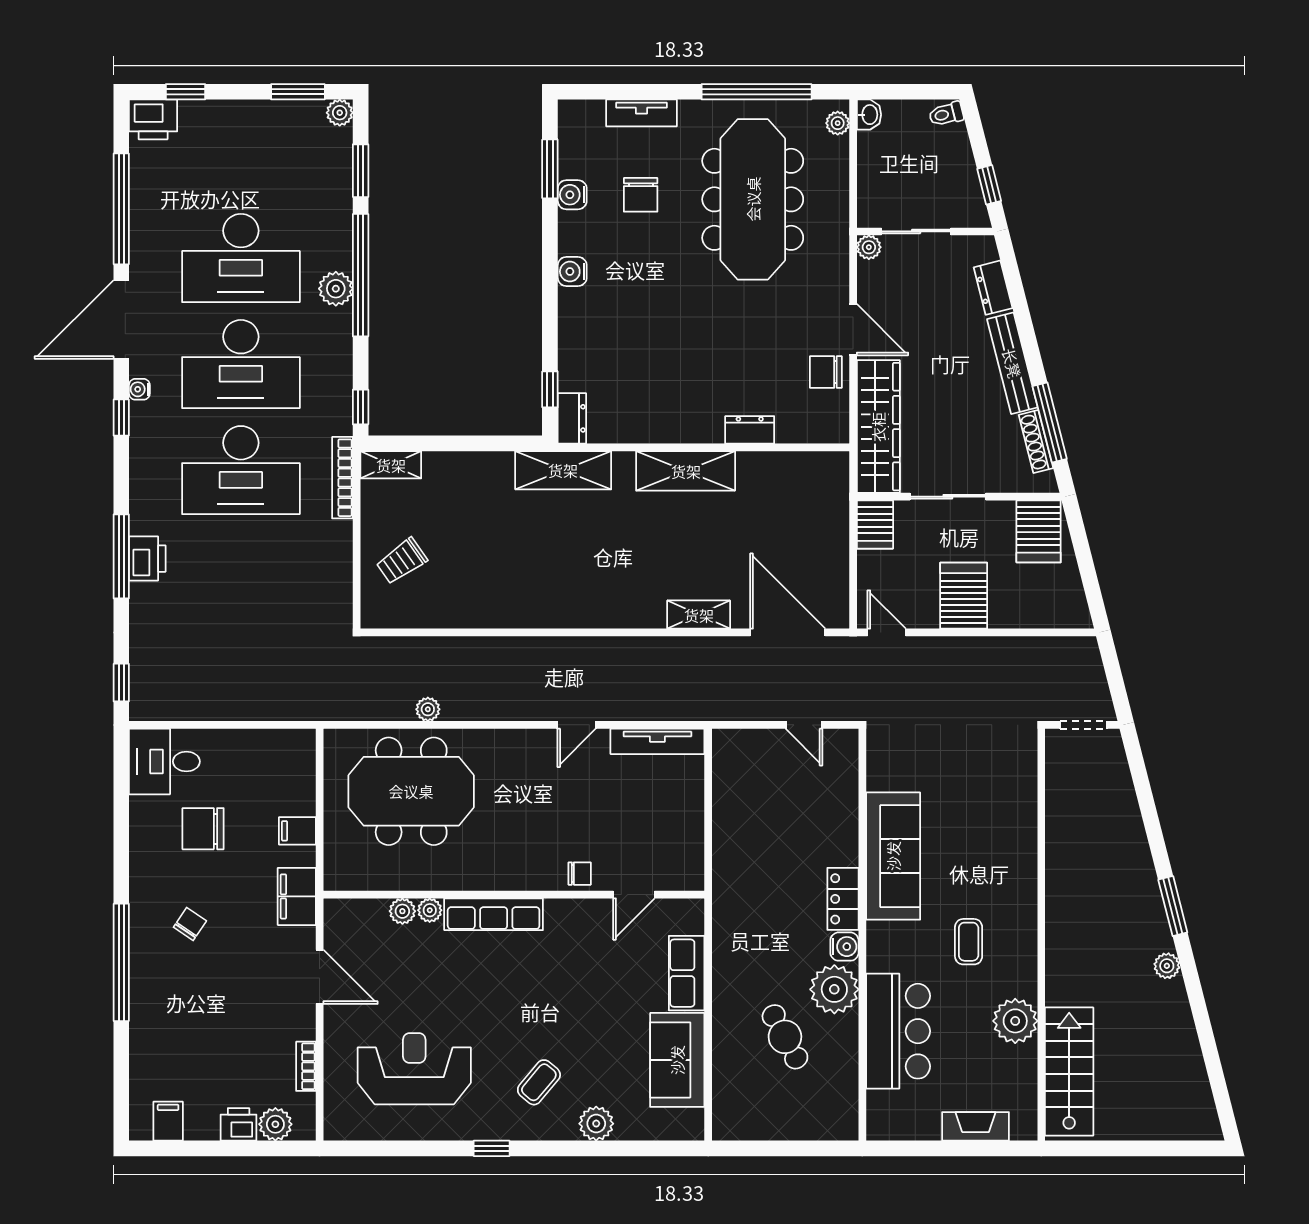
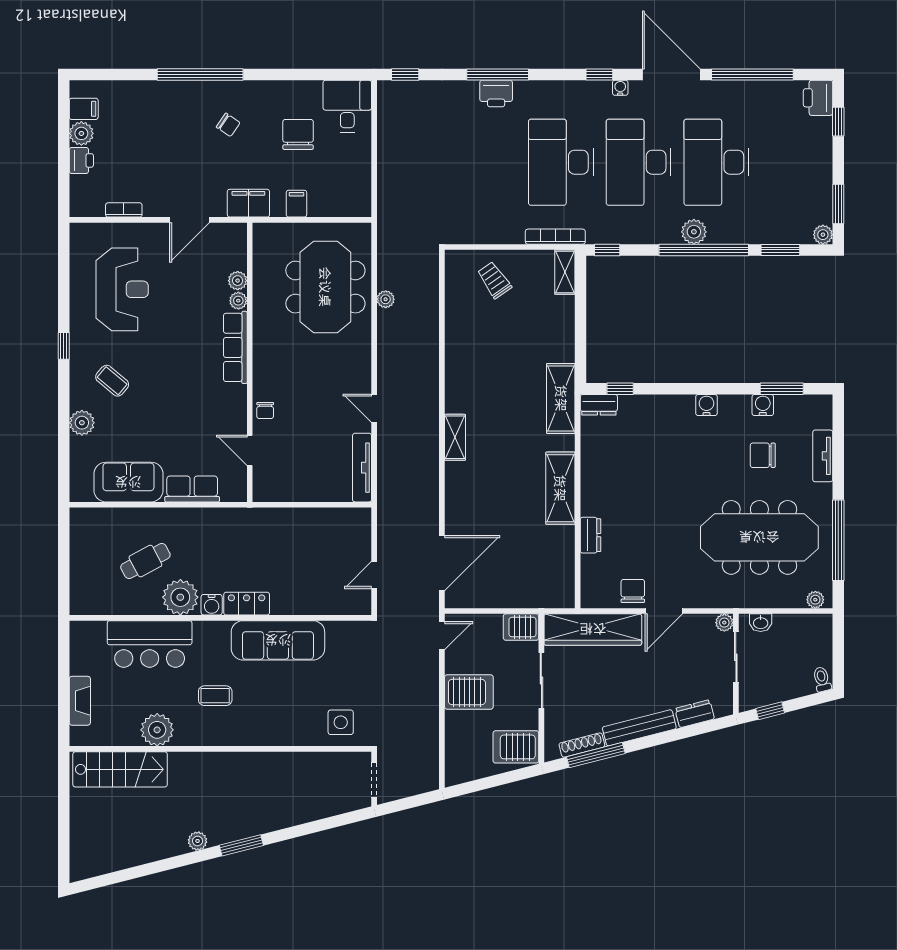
washbasin: (869, 115) -> (761, 623), moved
shelving: (699, 615) -> (455, 437), moved
side table: (1005, 771) -> (341, 722), added
plant: (275, 1124) -> (81, 133), moved

